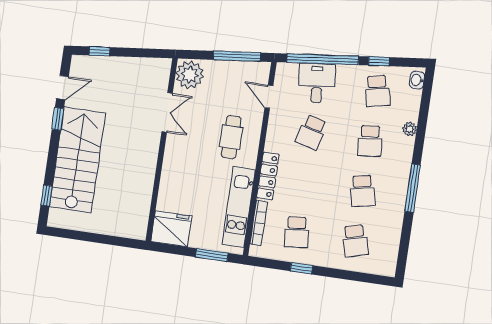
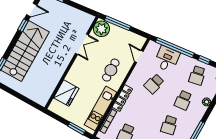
window: (237, 56) -> (118, 23), moved
fridge: (171, 229) -> (66, 93), moved, turned 90

